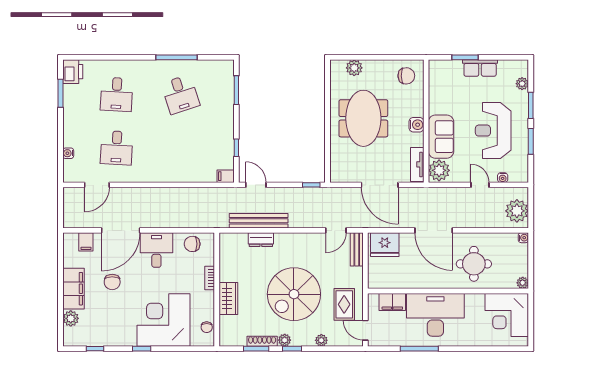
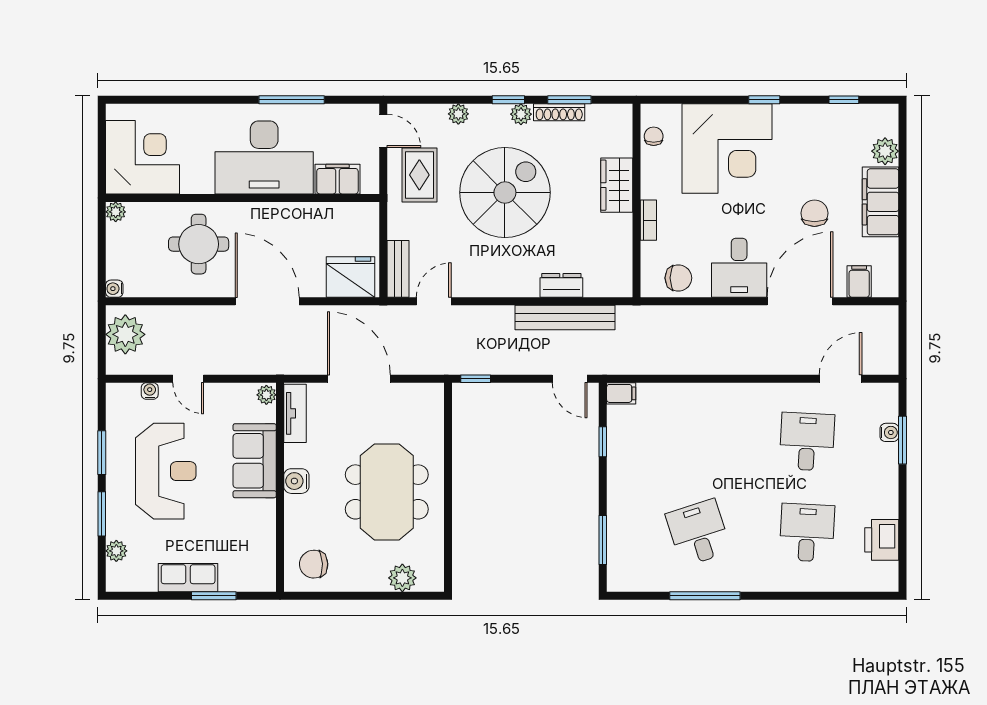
printer: (73, 72) -> (882, 540), moved
window: (60, 93) -> (903, 440), moved
plant: (439, 170) -> (266, 395), width x0.53, depth x0.53

